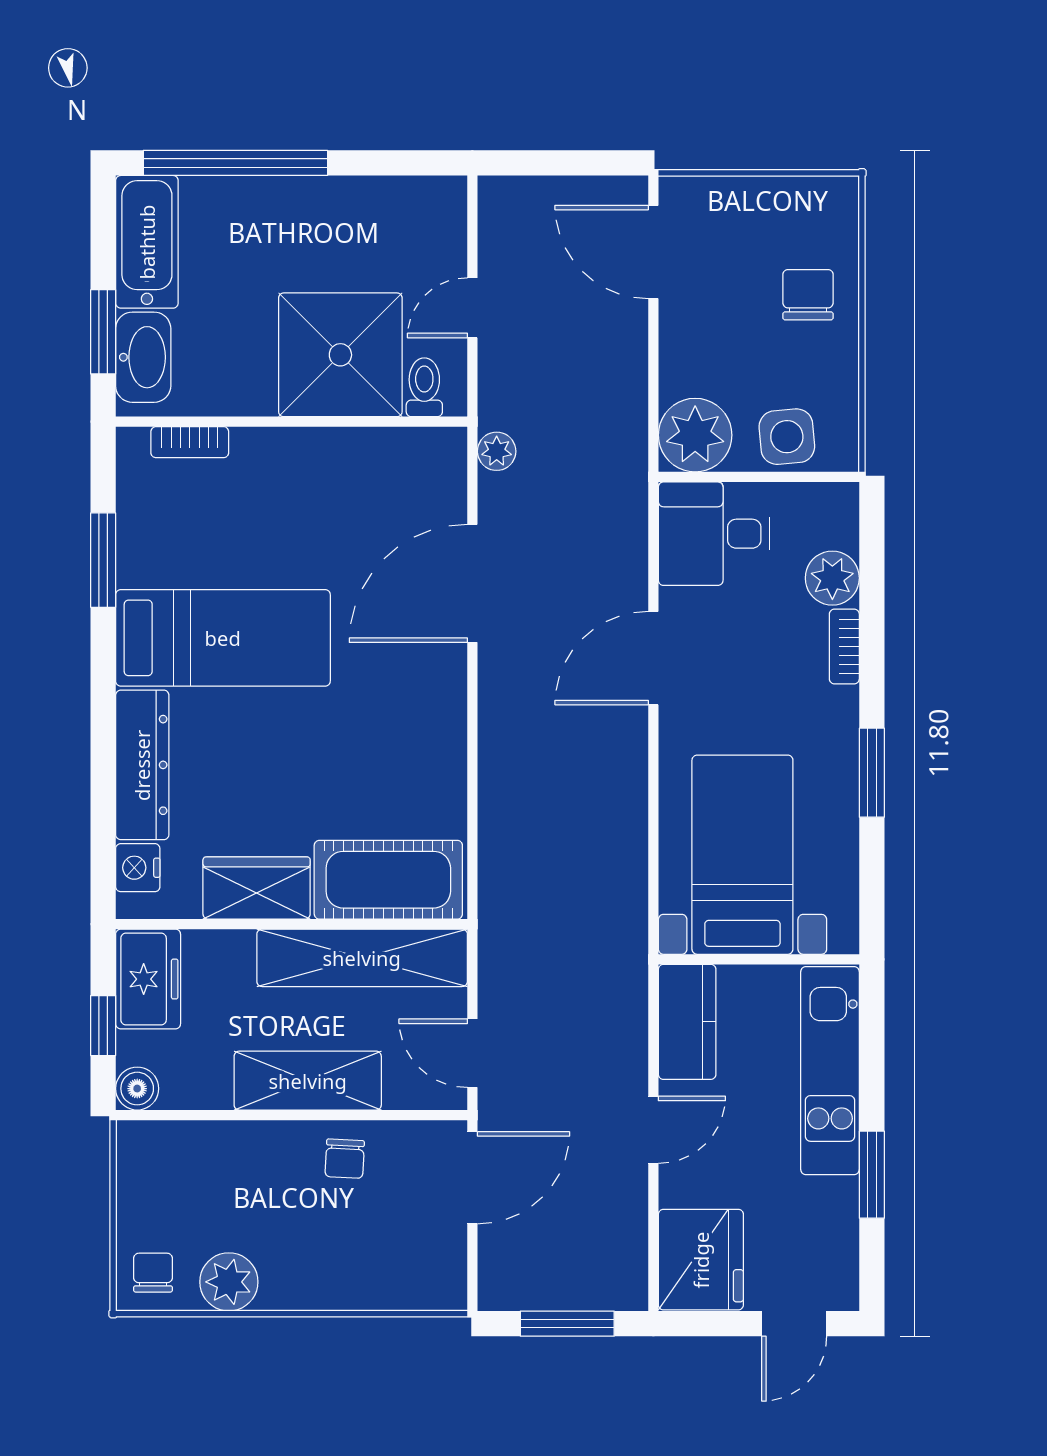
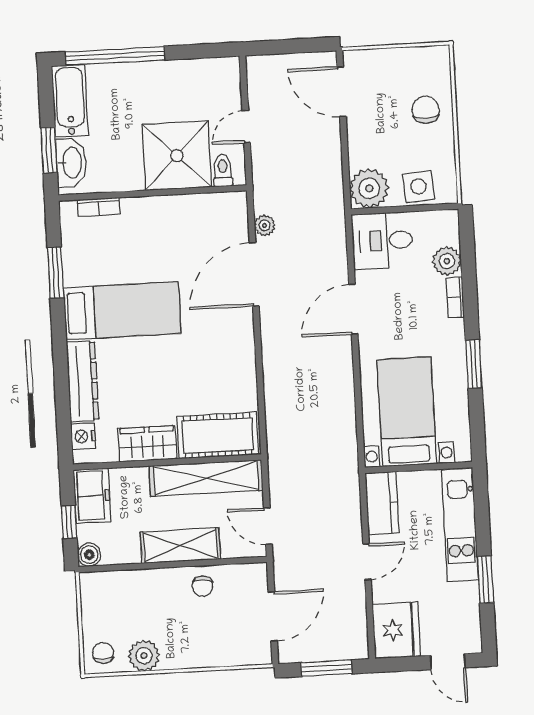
plant: (497, 451) -> (265, 225), moved
door: (472, 1178) -> (273, 617), moved
door: (794, 1324) -> (448, 662), hinge flipped

